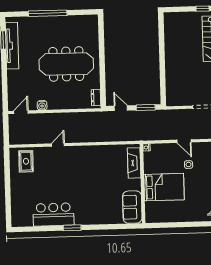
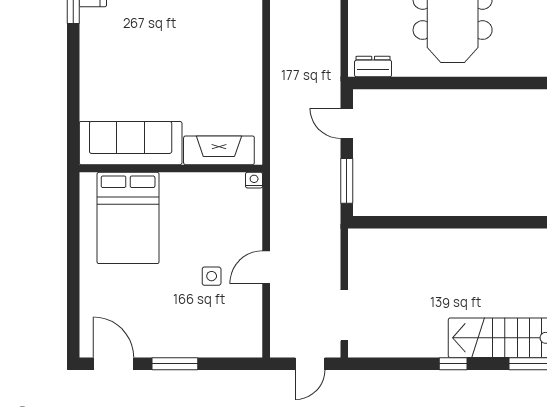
door: (121, 108) -> (347, 123), swing flipped
bed: (164, 187) -> (128, 218), moved
sofa: (132, 207) -> (131, 143), width x1.36

